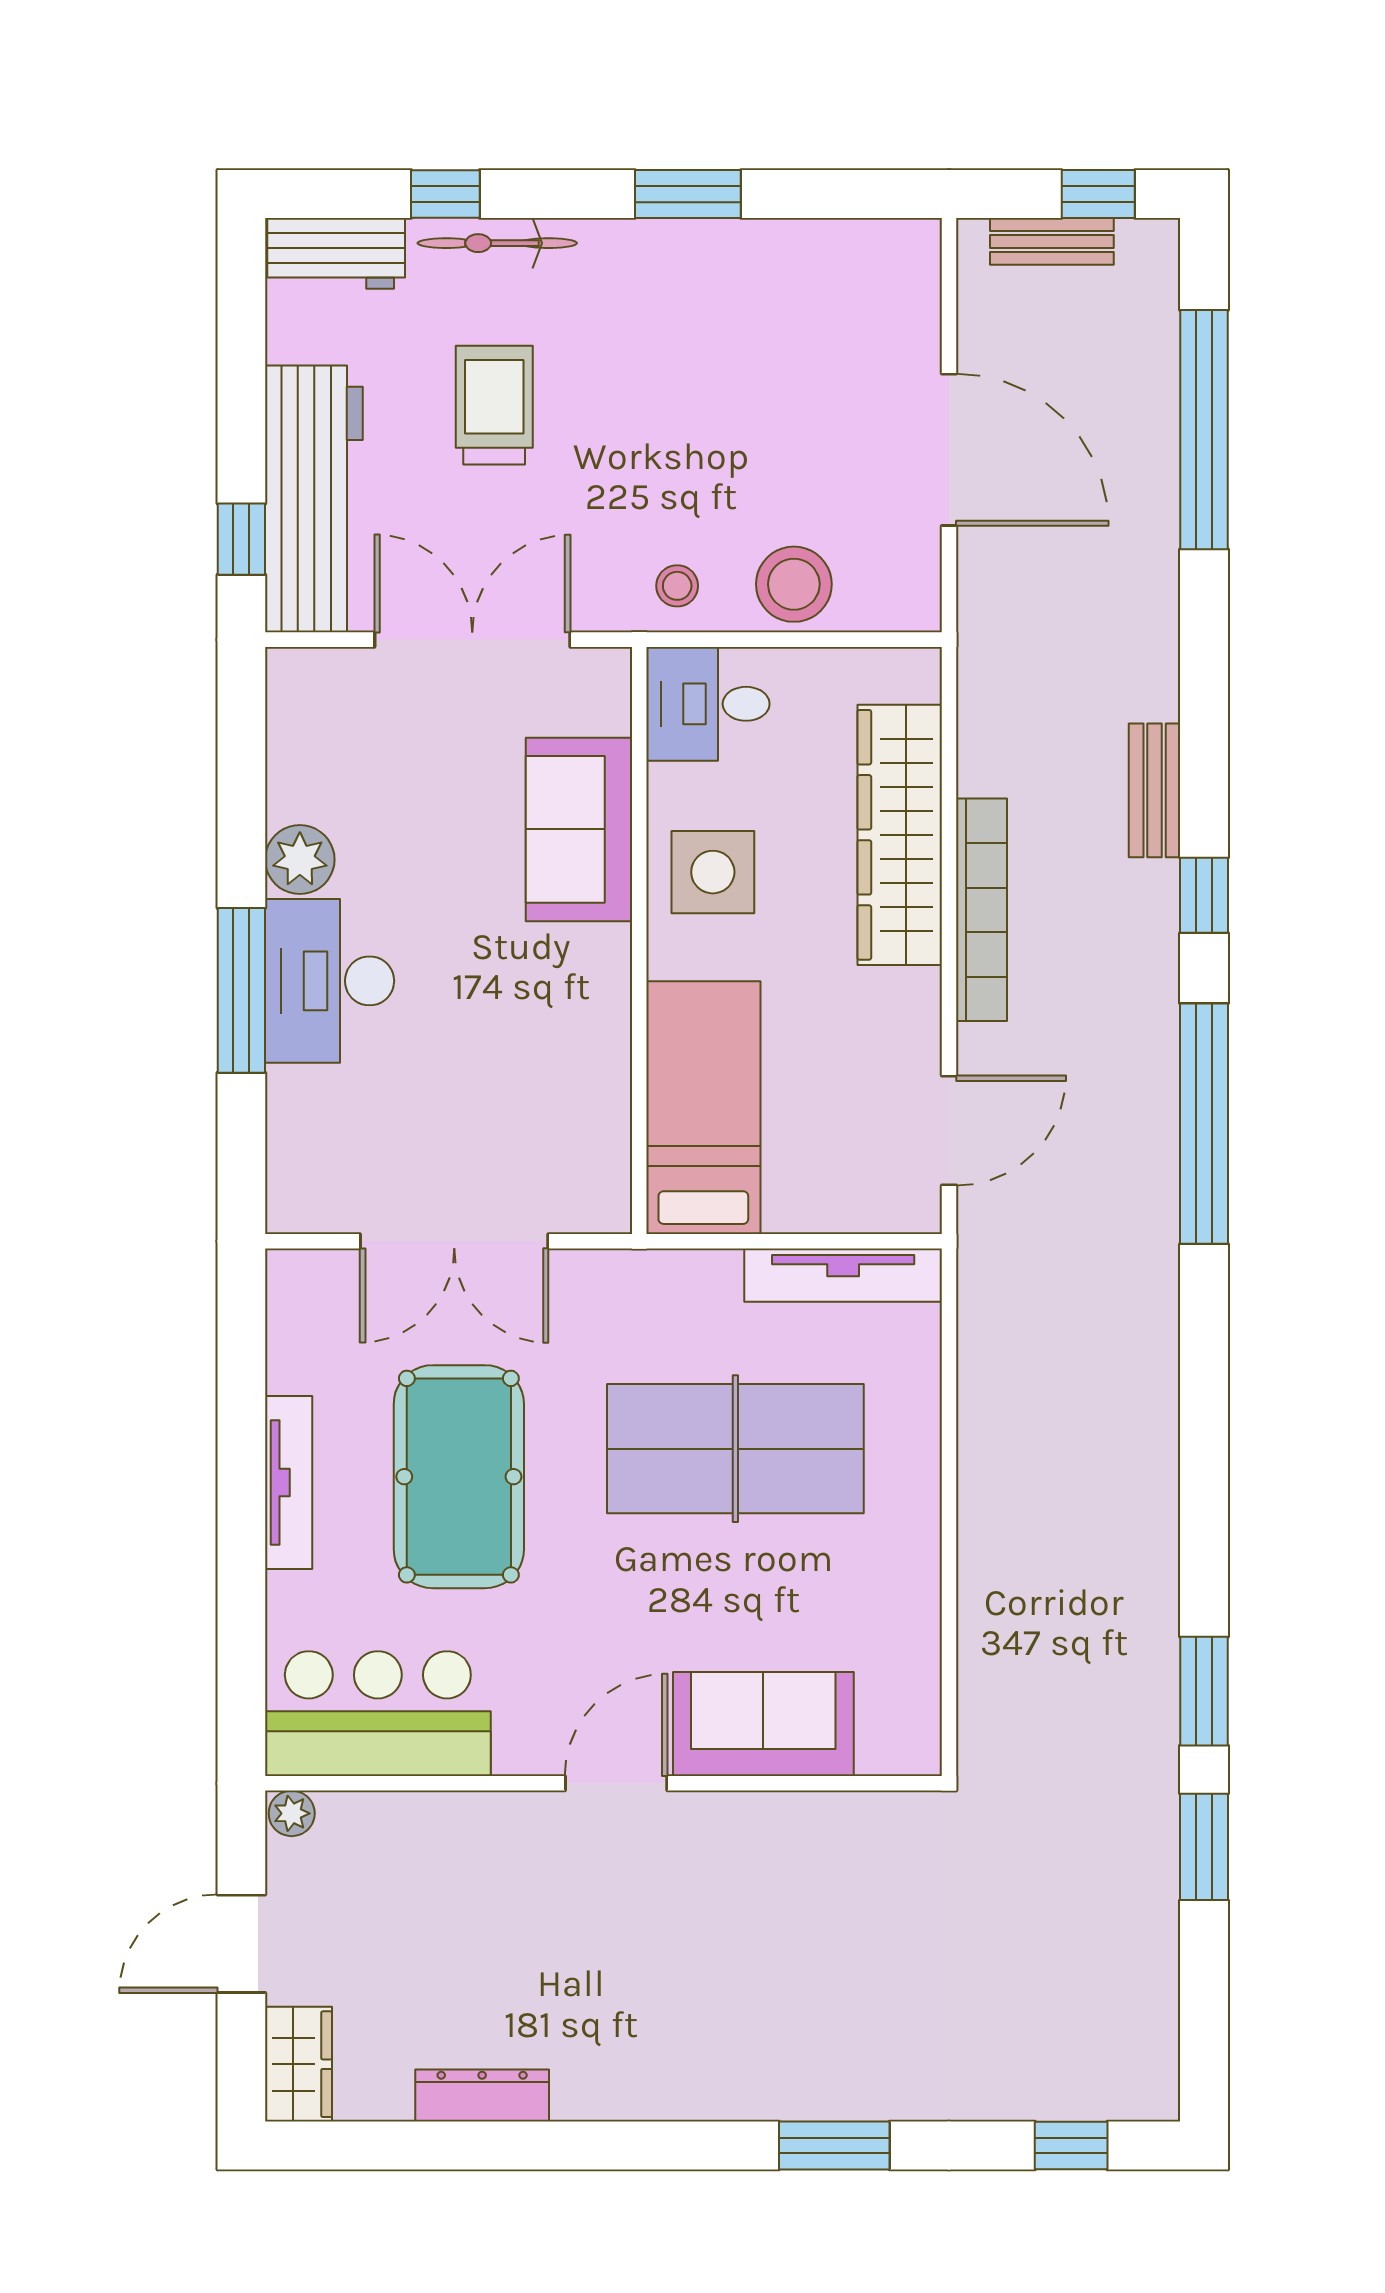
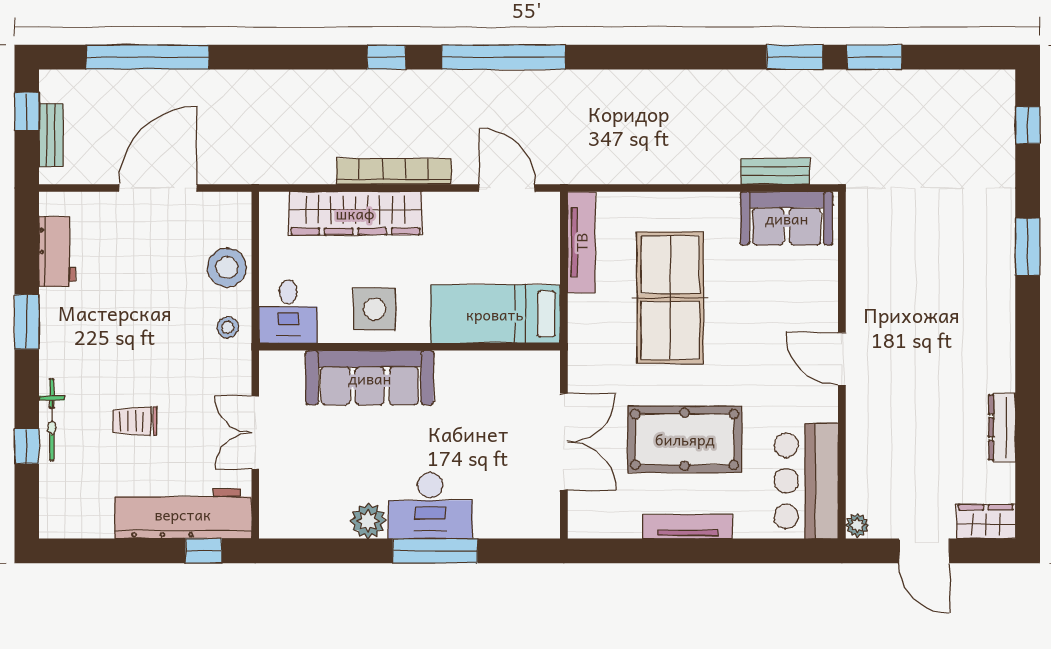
workbench: (336, 253) -> (57, 252), moved
trolley: (494, 405) -> (135, 421), width x0.73, depth x0.72
double door: (472, 640) -> (255, 432), width x0.73
bench: (1155, 790) -> (775, 171), moved
sofa: (579, 829) -> (370, 378), width x1.36
sofa: (763, 1724) -> (787, 218), moved, turned -90

